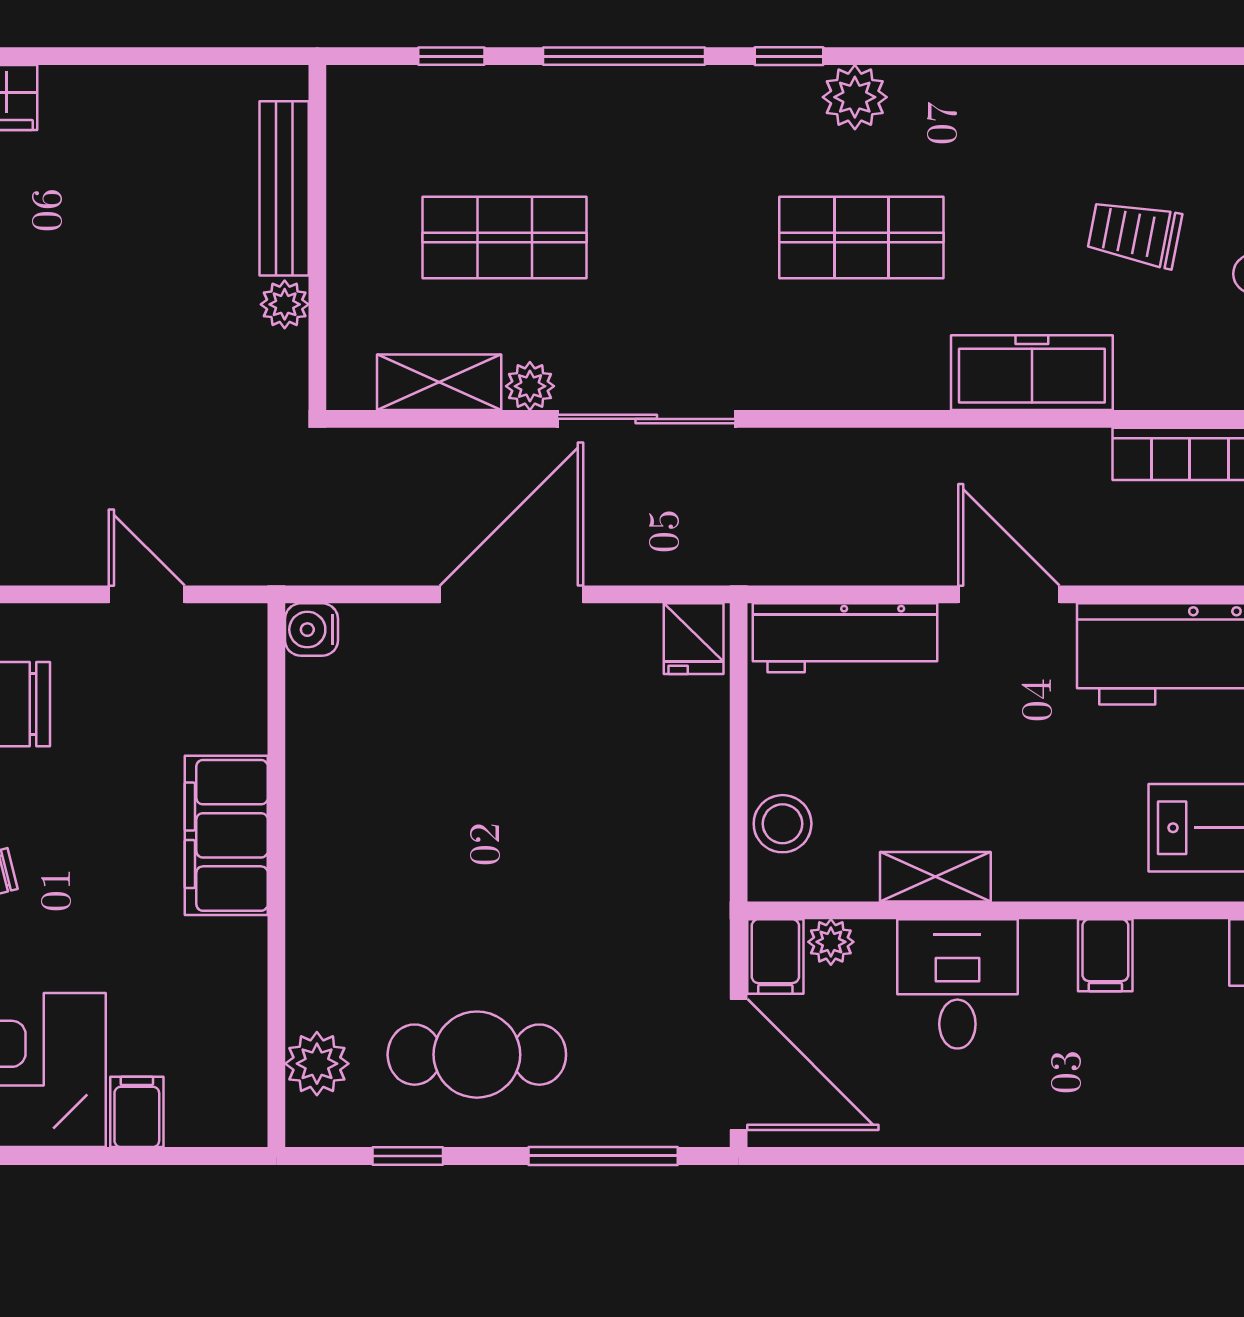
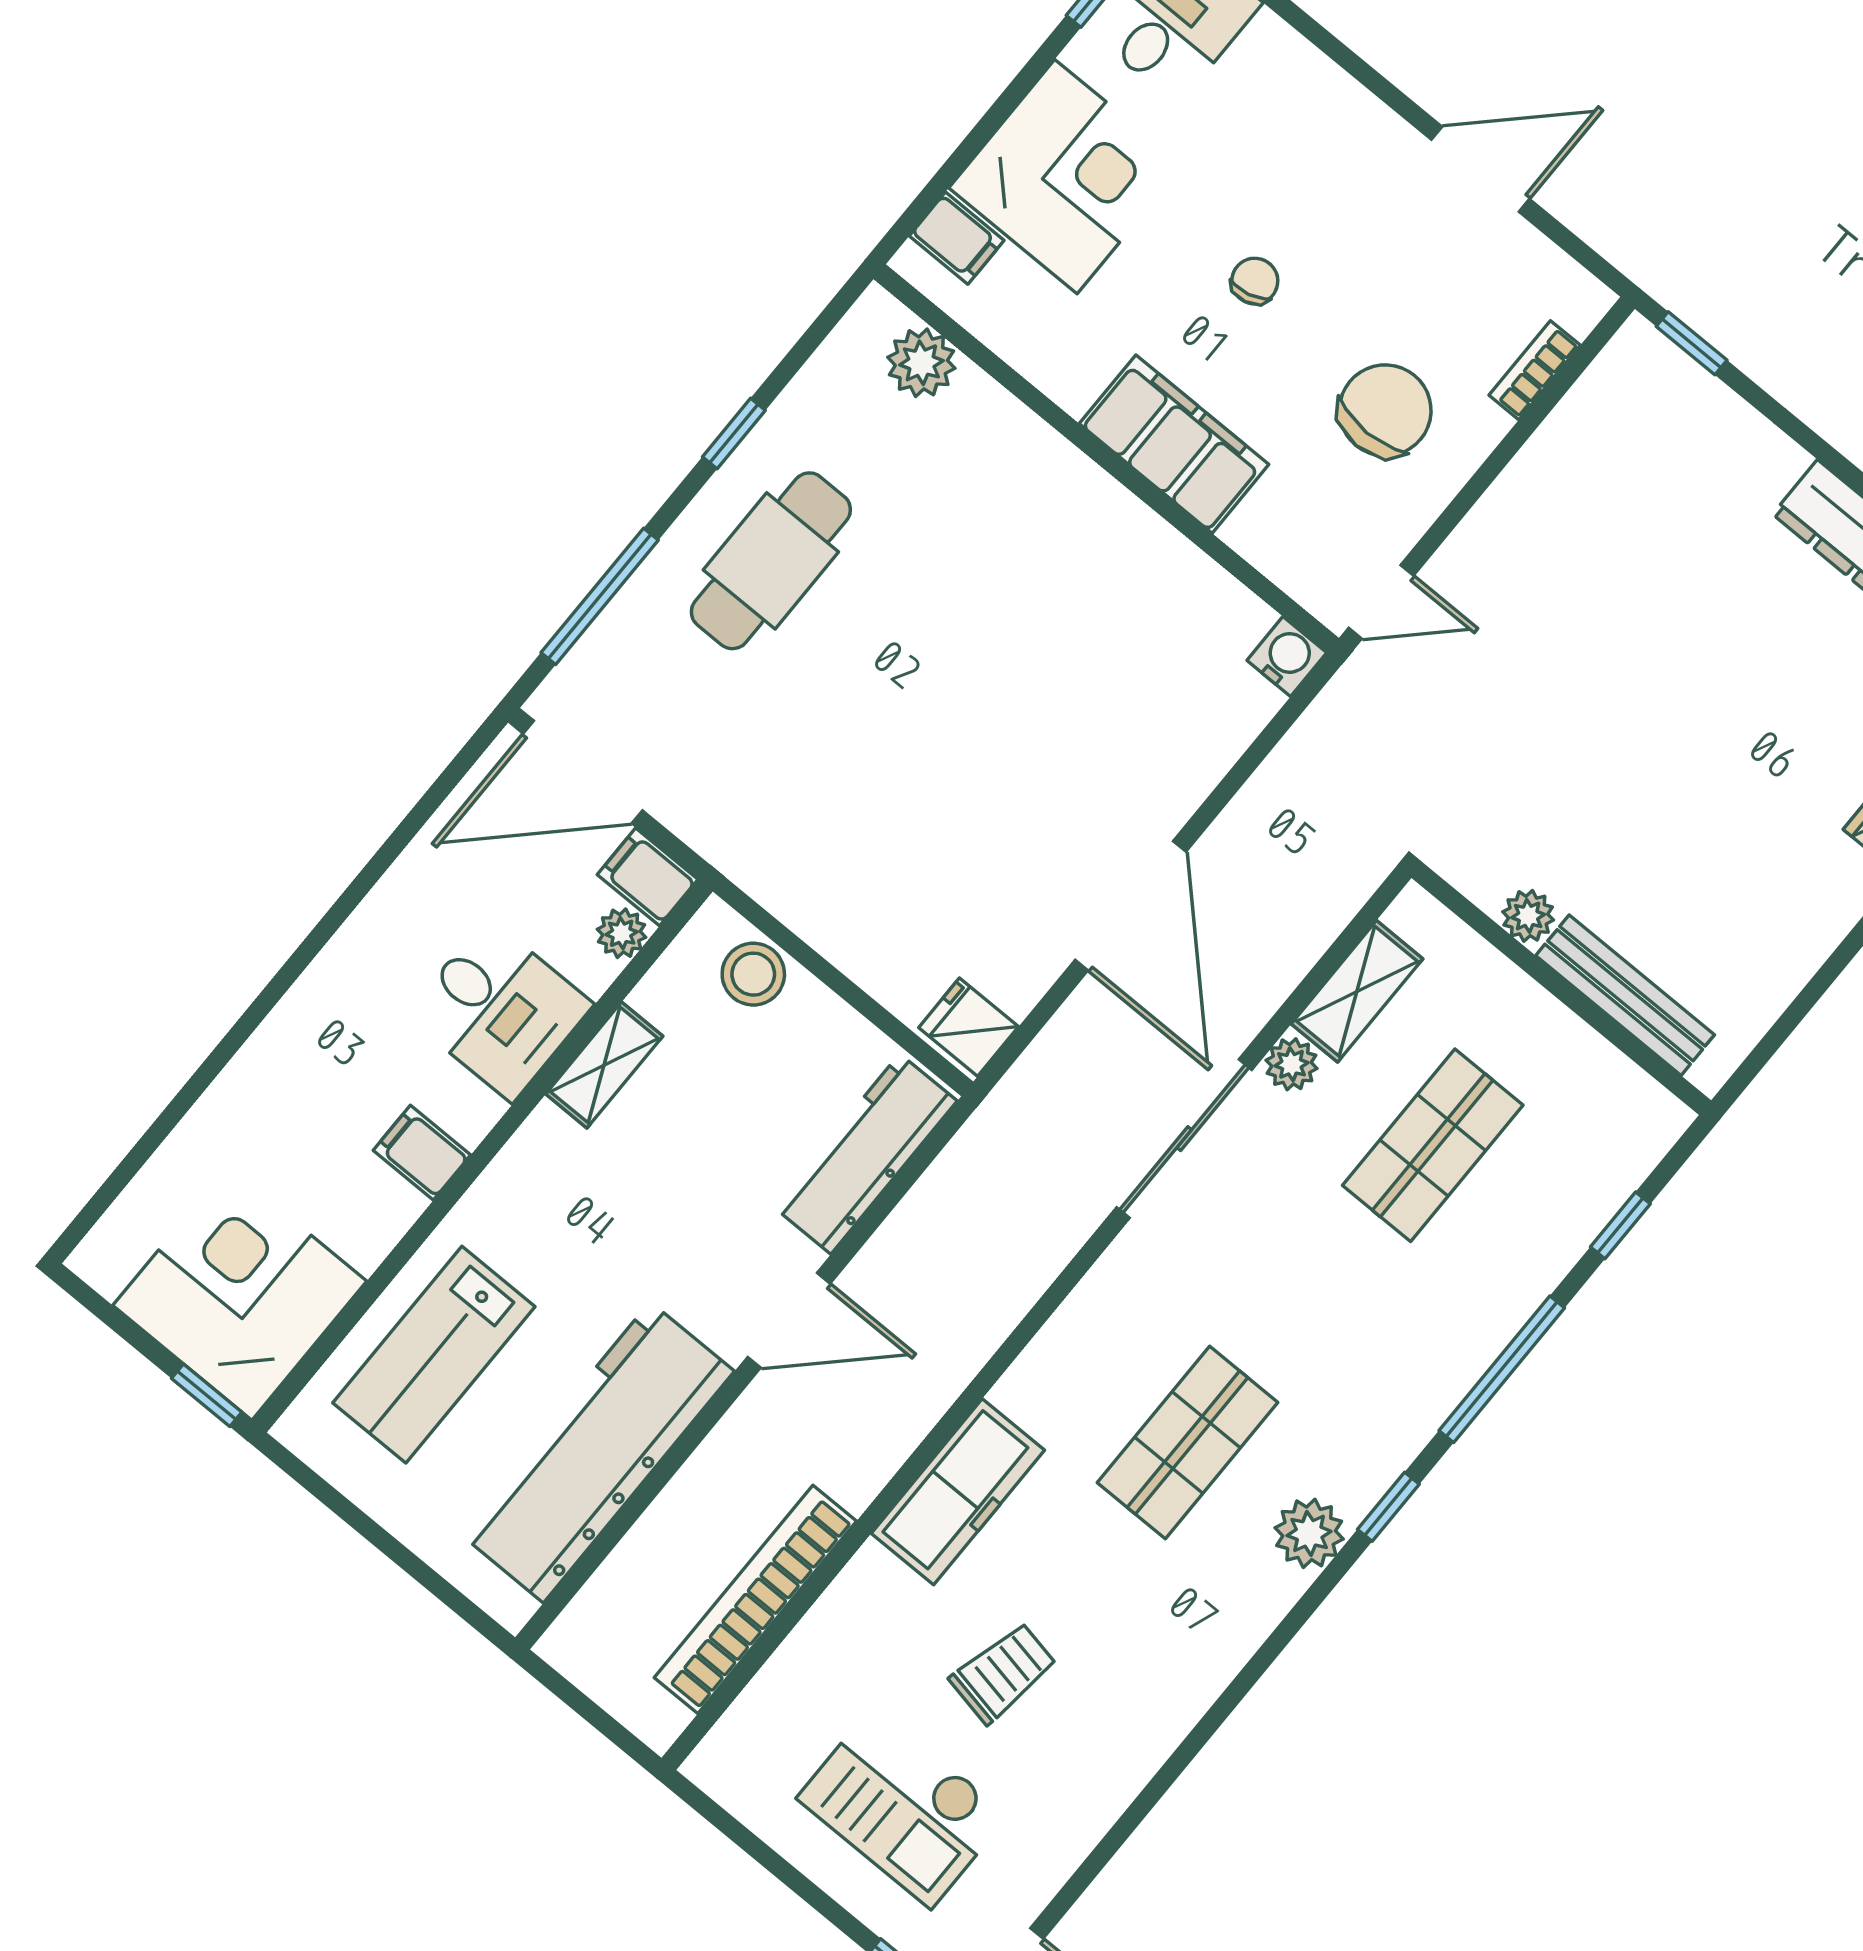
water cooler: (312, 630) -> (1287, 657), moved
filing cabinet: (226, 835) -> (1174, 444), moved
wall: (276, 875) -> (1106, 458), moved
plant: (317, 1064) -> (921, 363), moved

